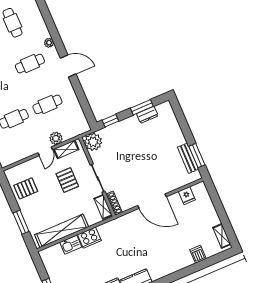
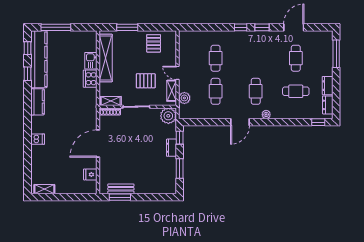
dresser: (147, 115) -> (171, 148), moved
plant: (56, 138) -> (184, 98), moved
dishwasher: (198, 254) -> (38, 139), moved

